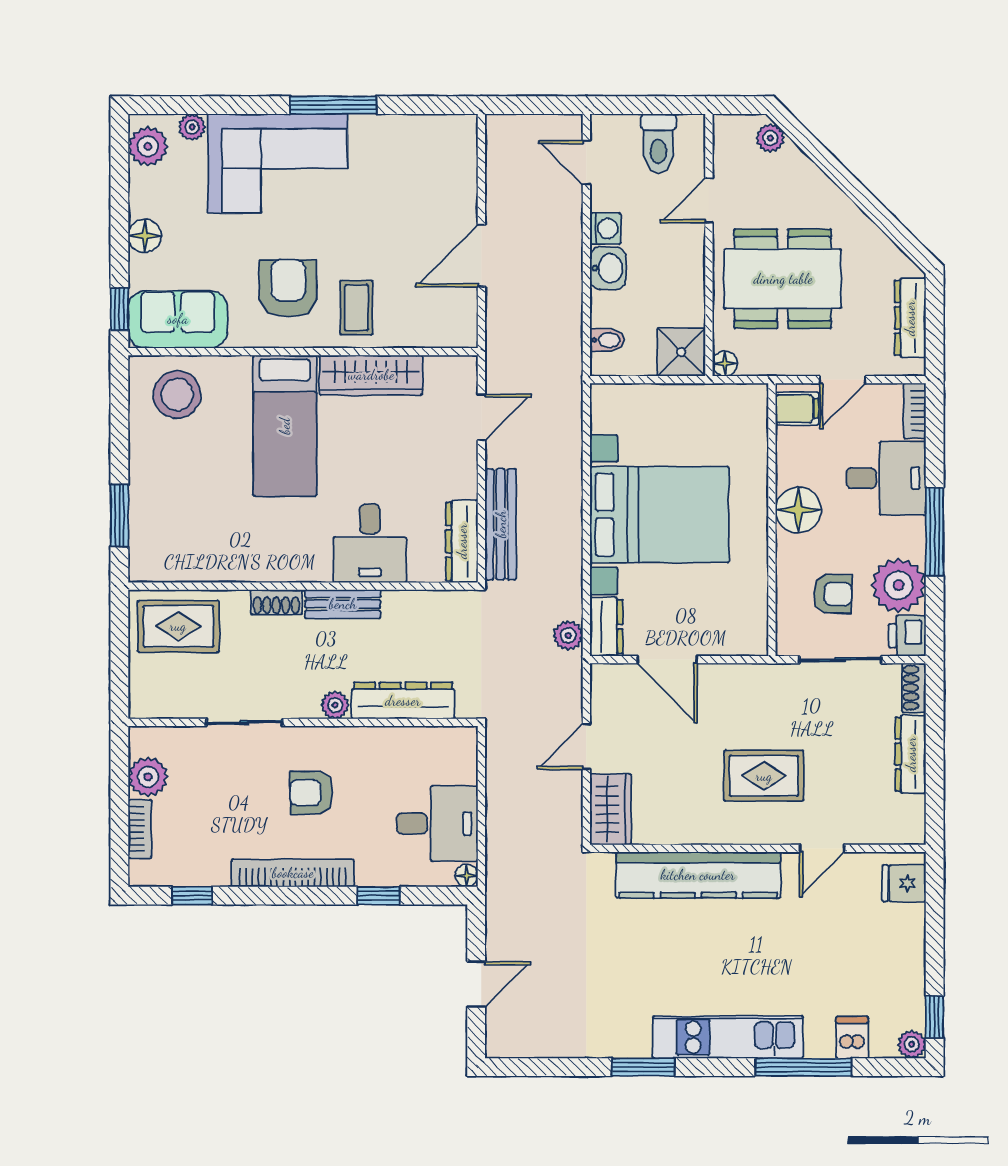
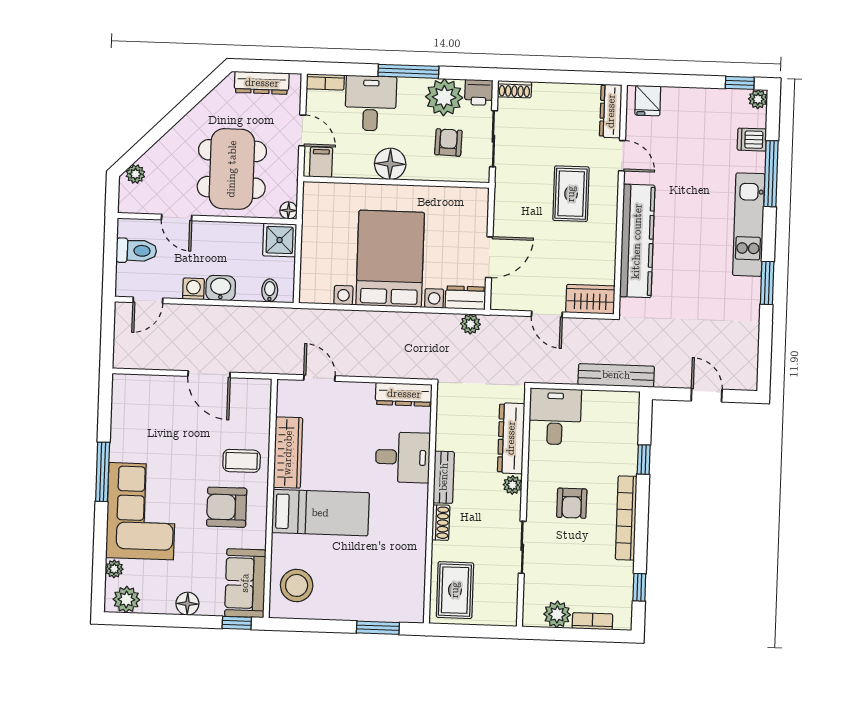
bench: (501, 524) -> (616, 375), moved
dresser: (911, 754) -> (611, 111), moved, turned 90
desk: (437, 824) -> (555, 417), moved
floor lamp: (467, 875) -> (632, 399), removed

